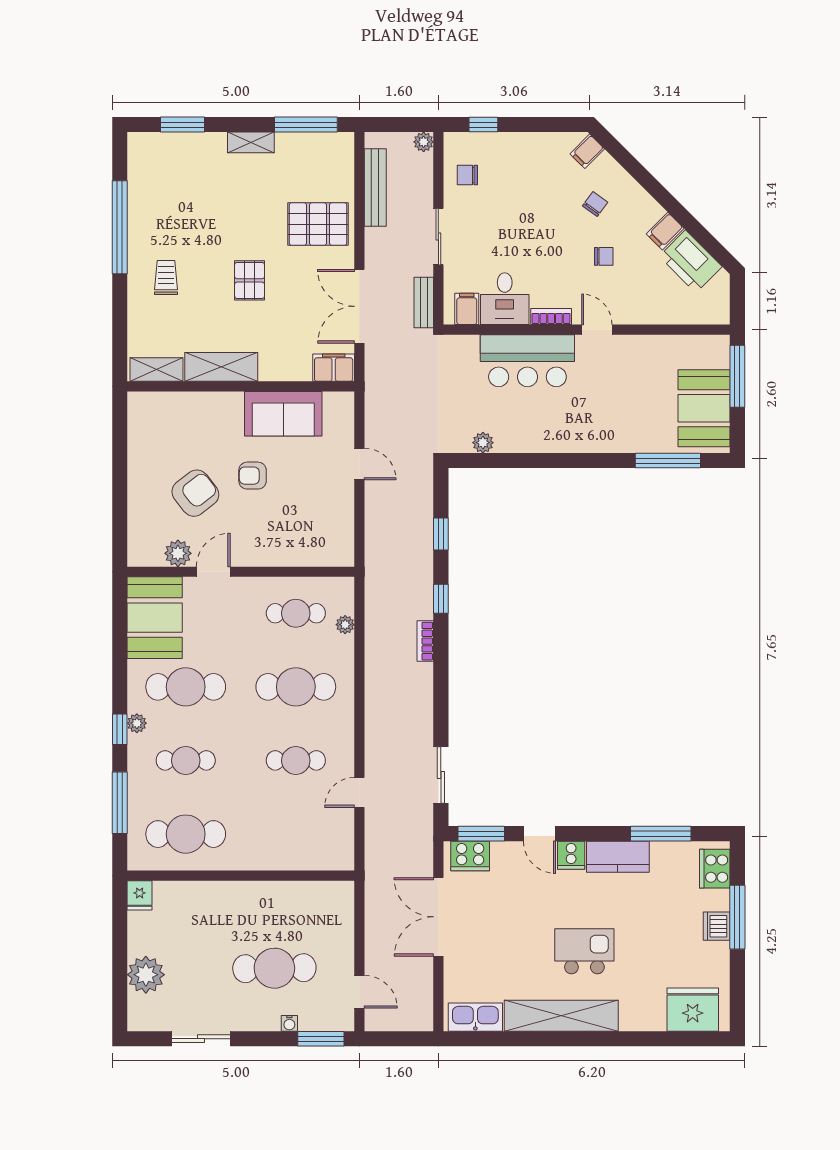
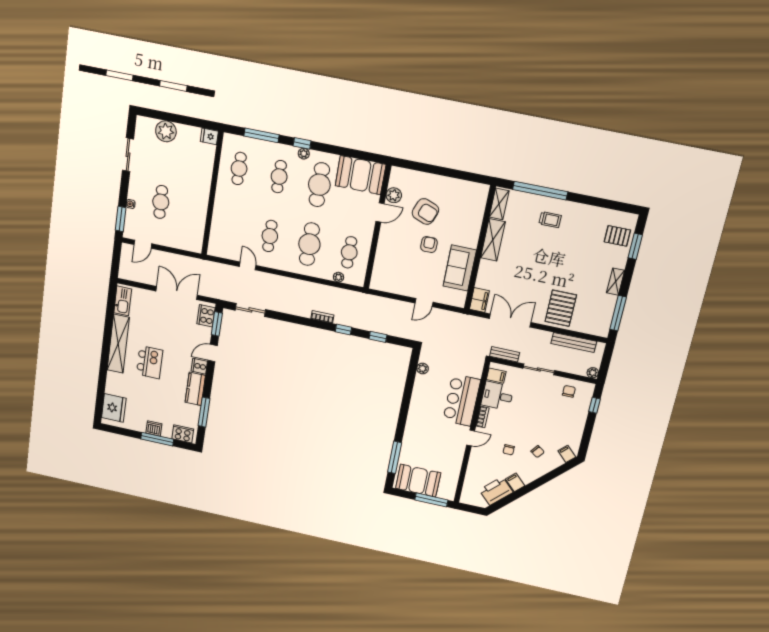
window: (120, 227) -> (540, 191), moved
pallet: (250, 280) -> (617, 236), moved
armchair: (195, 493) -> (425, 211), turned -31
door: (213, 572) -> (380, 213), hinge flipped
cafe table: (186, 834) -> (239, 169), width x0.73, depth x0.74
cafe table: (274, 968) -> (161, 202), width x0.73, depth x0.74

